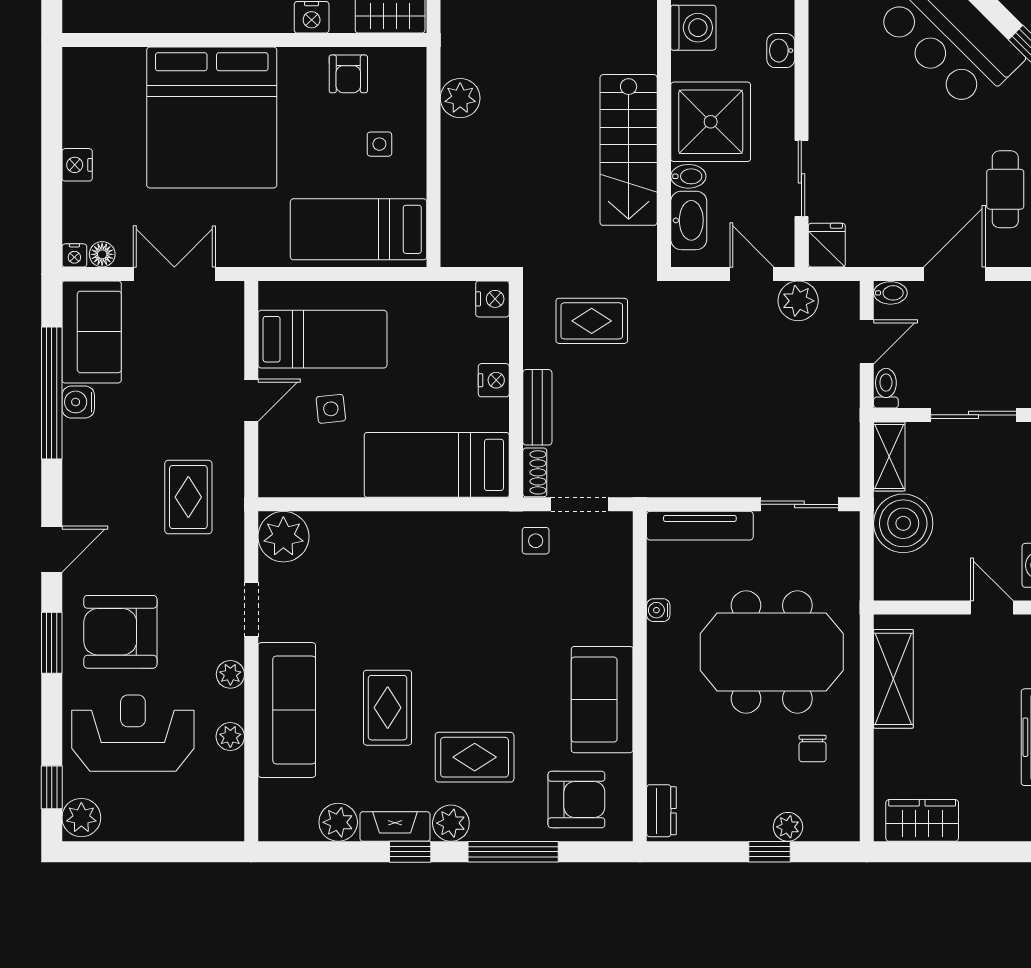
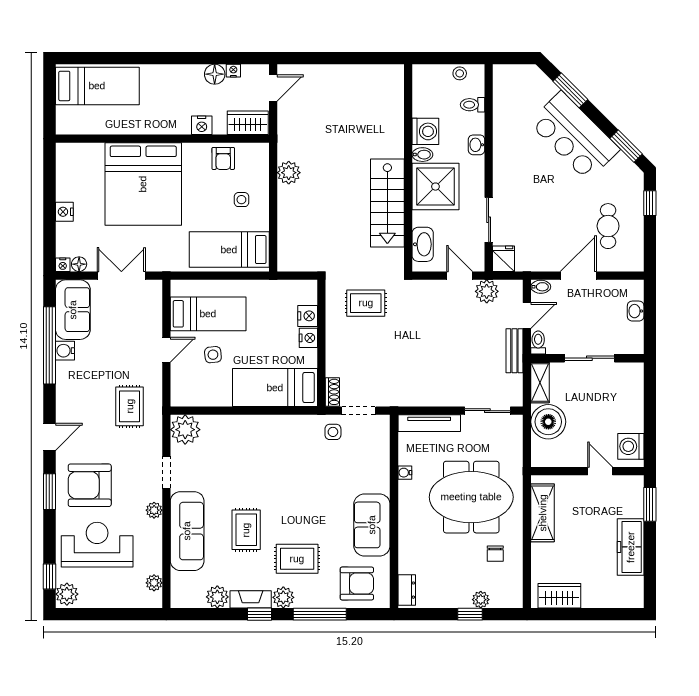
bidet: (688, 176) -> (422, 155), moved
nightstand: (492, 299) -> (308, 316), moved
bench: (537, 407) -> (514, 351), moved
plant: (230, 737) -> (154, 583), moved

